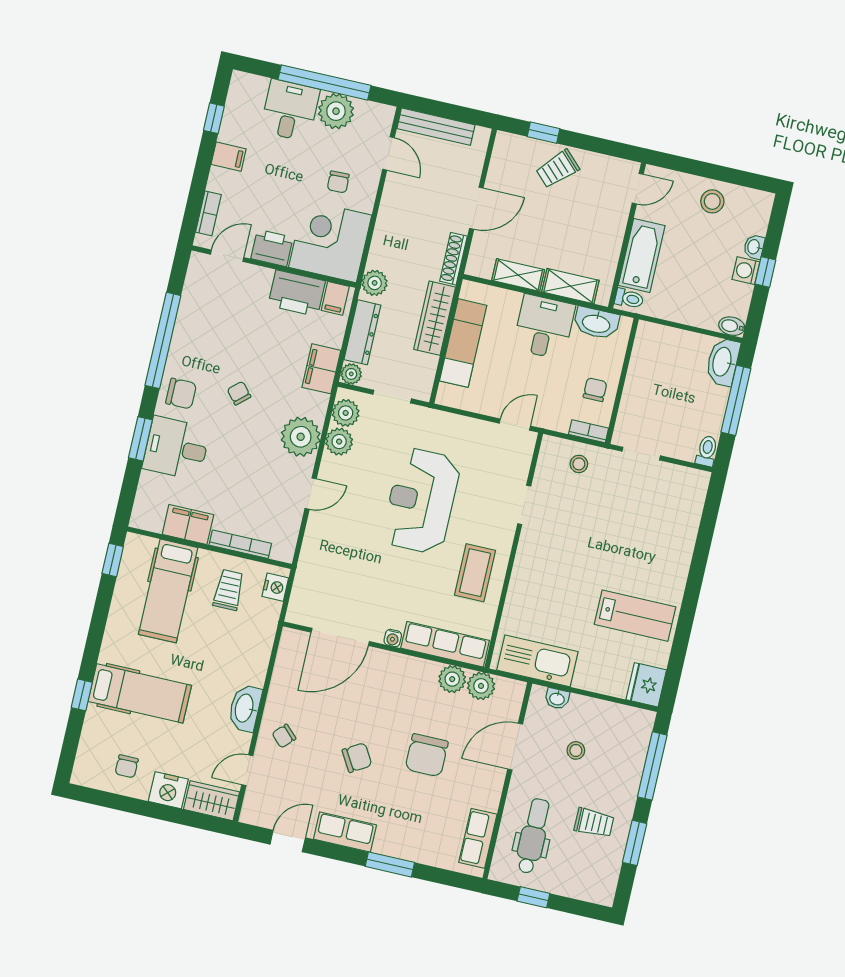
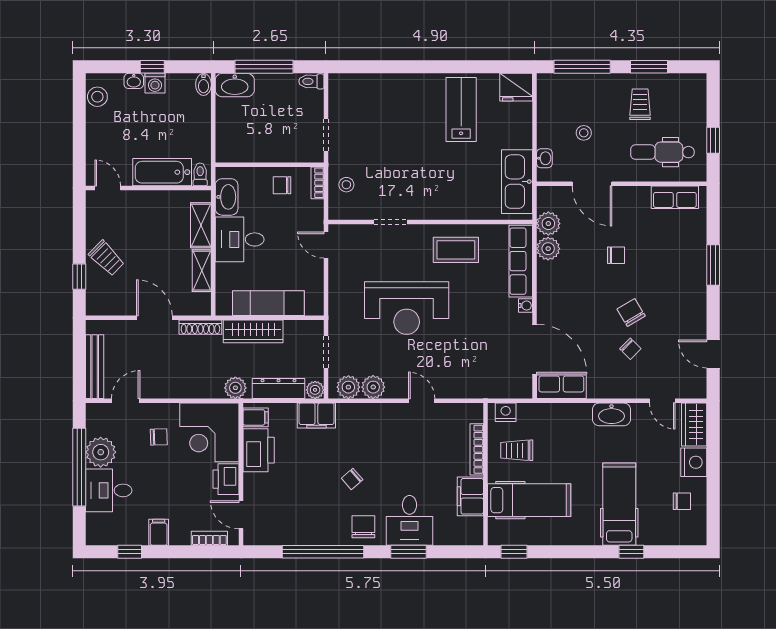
stool: (712, 201) -> (97, 97), moved
plant: (301, 437) -> (377, 420), removed
chair: (284, 736) -> (630, 349), moved
chair: (427, 755) -> (616, 255), width x0.54, depth x0.54
row of seats: (345, 832) -> (561, 387), moved, turned 90

